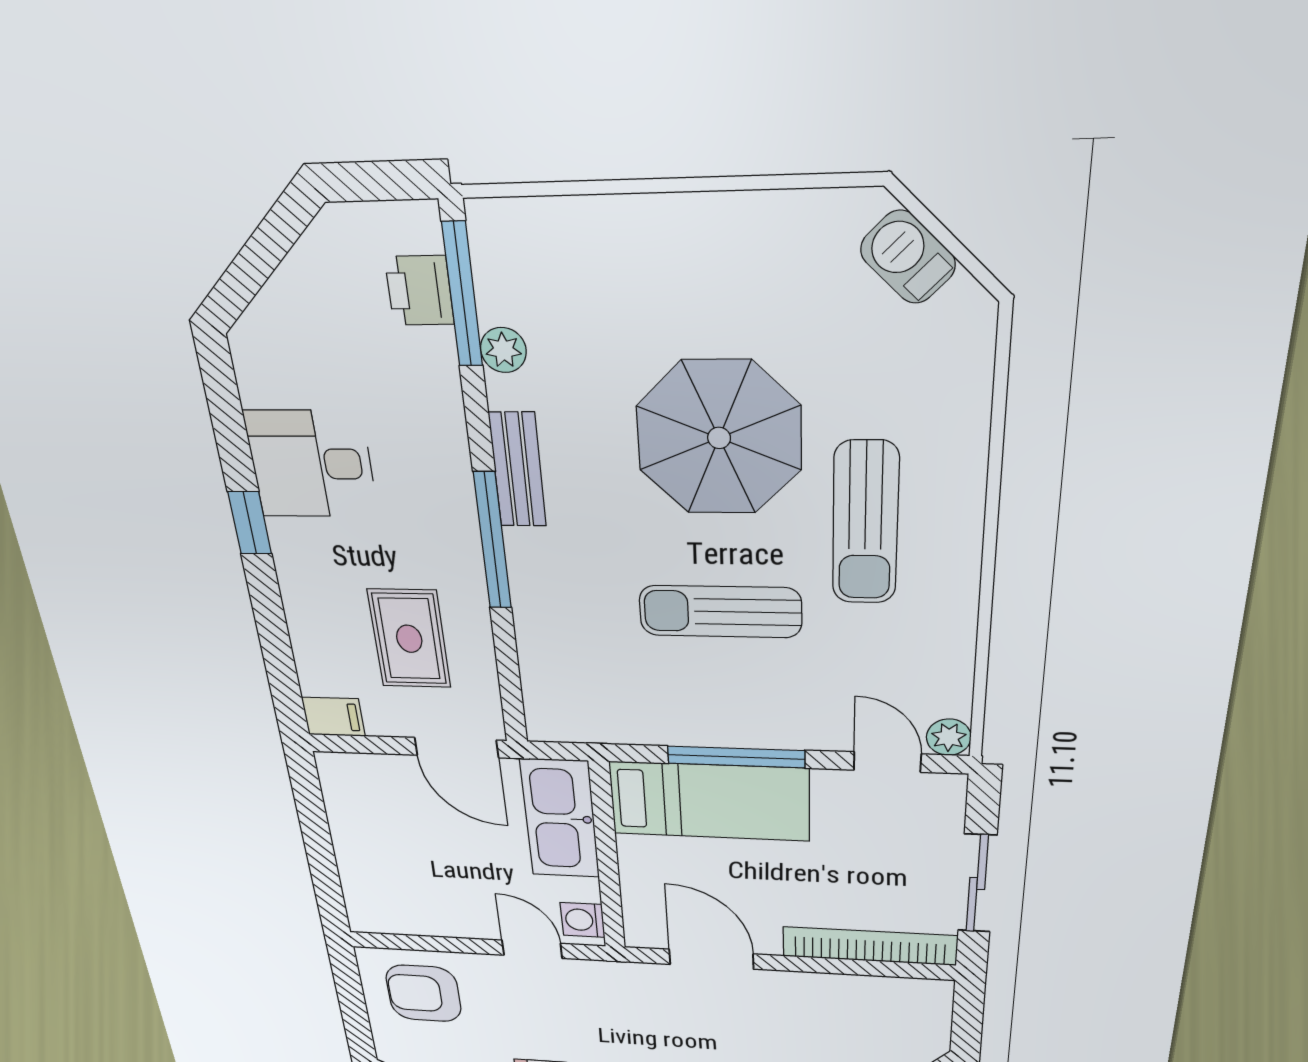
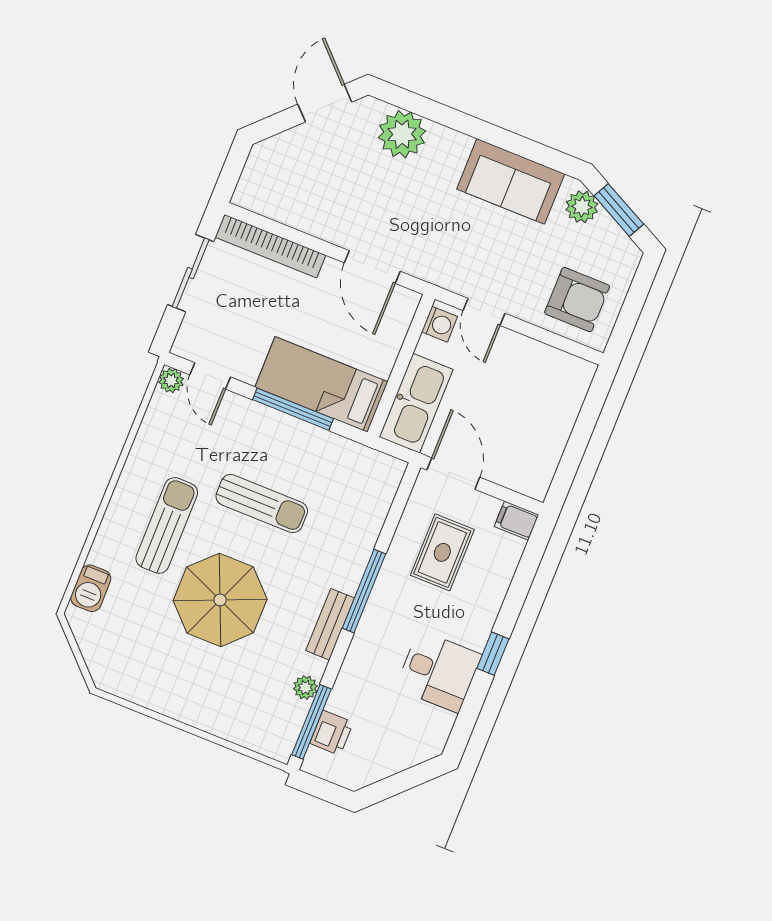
barbecue: (908, 257) -> (91, 588), moved, turned 45

